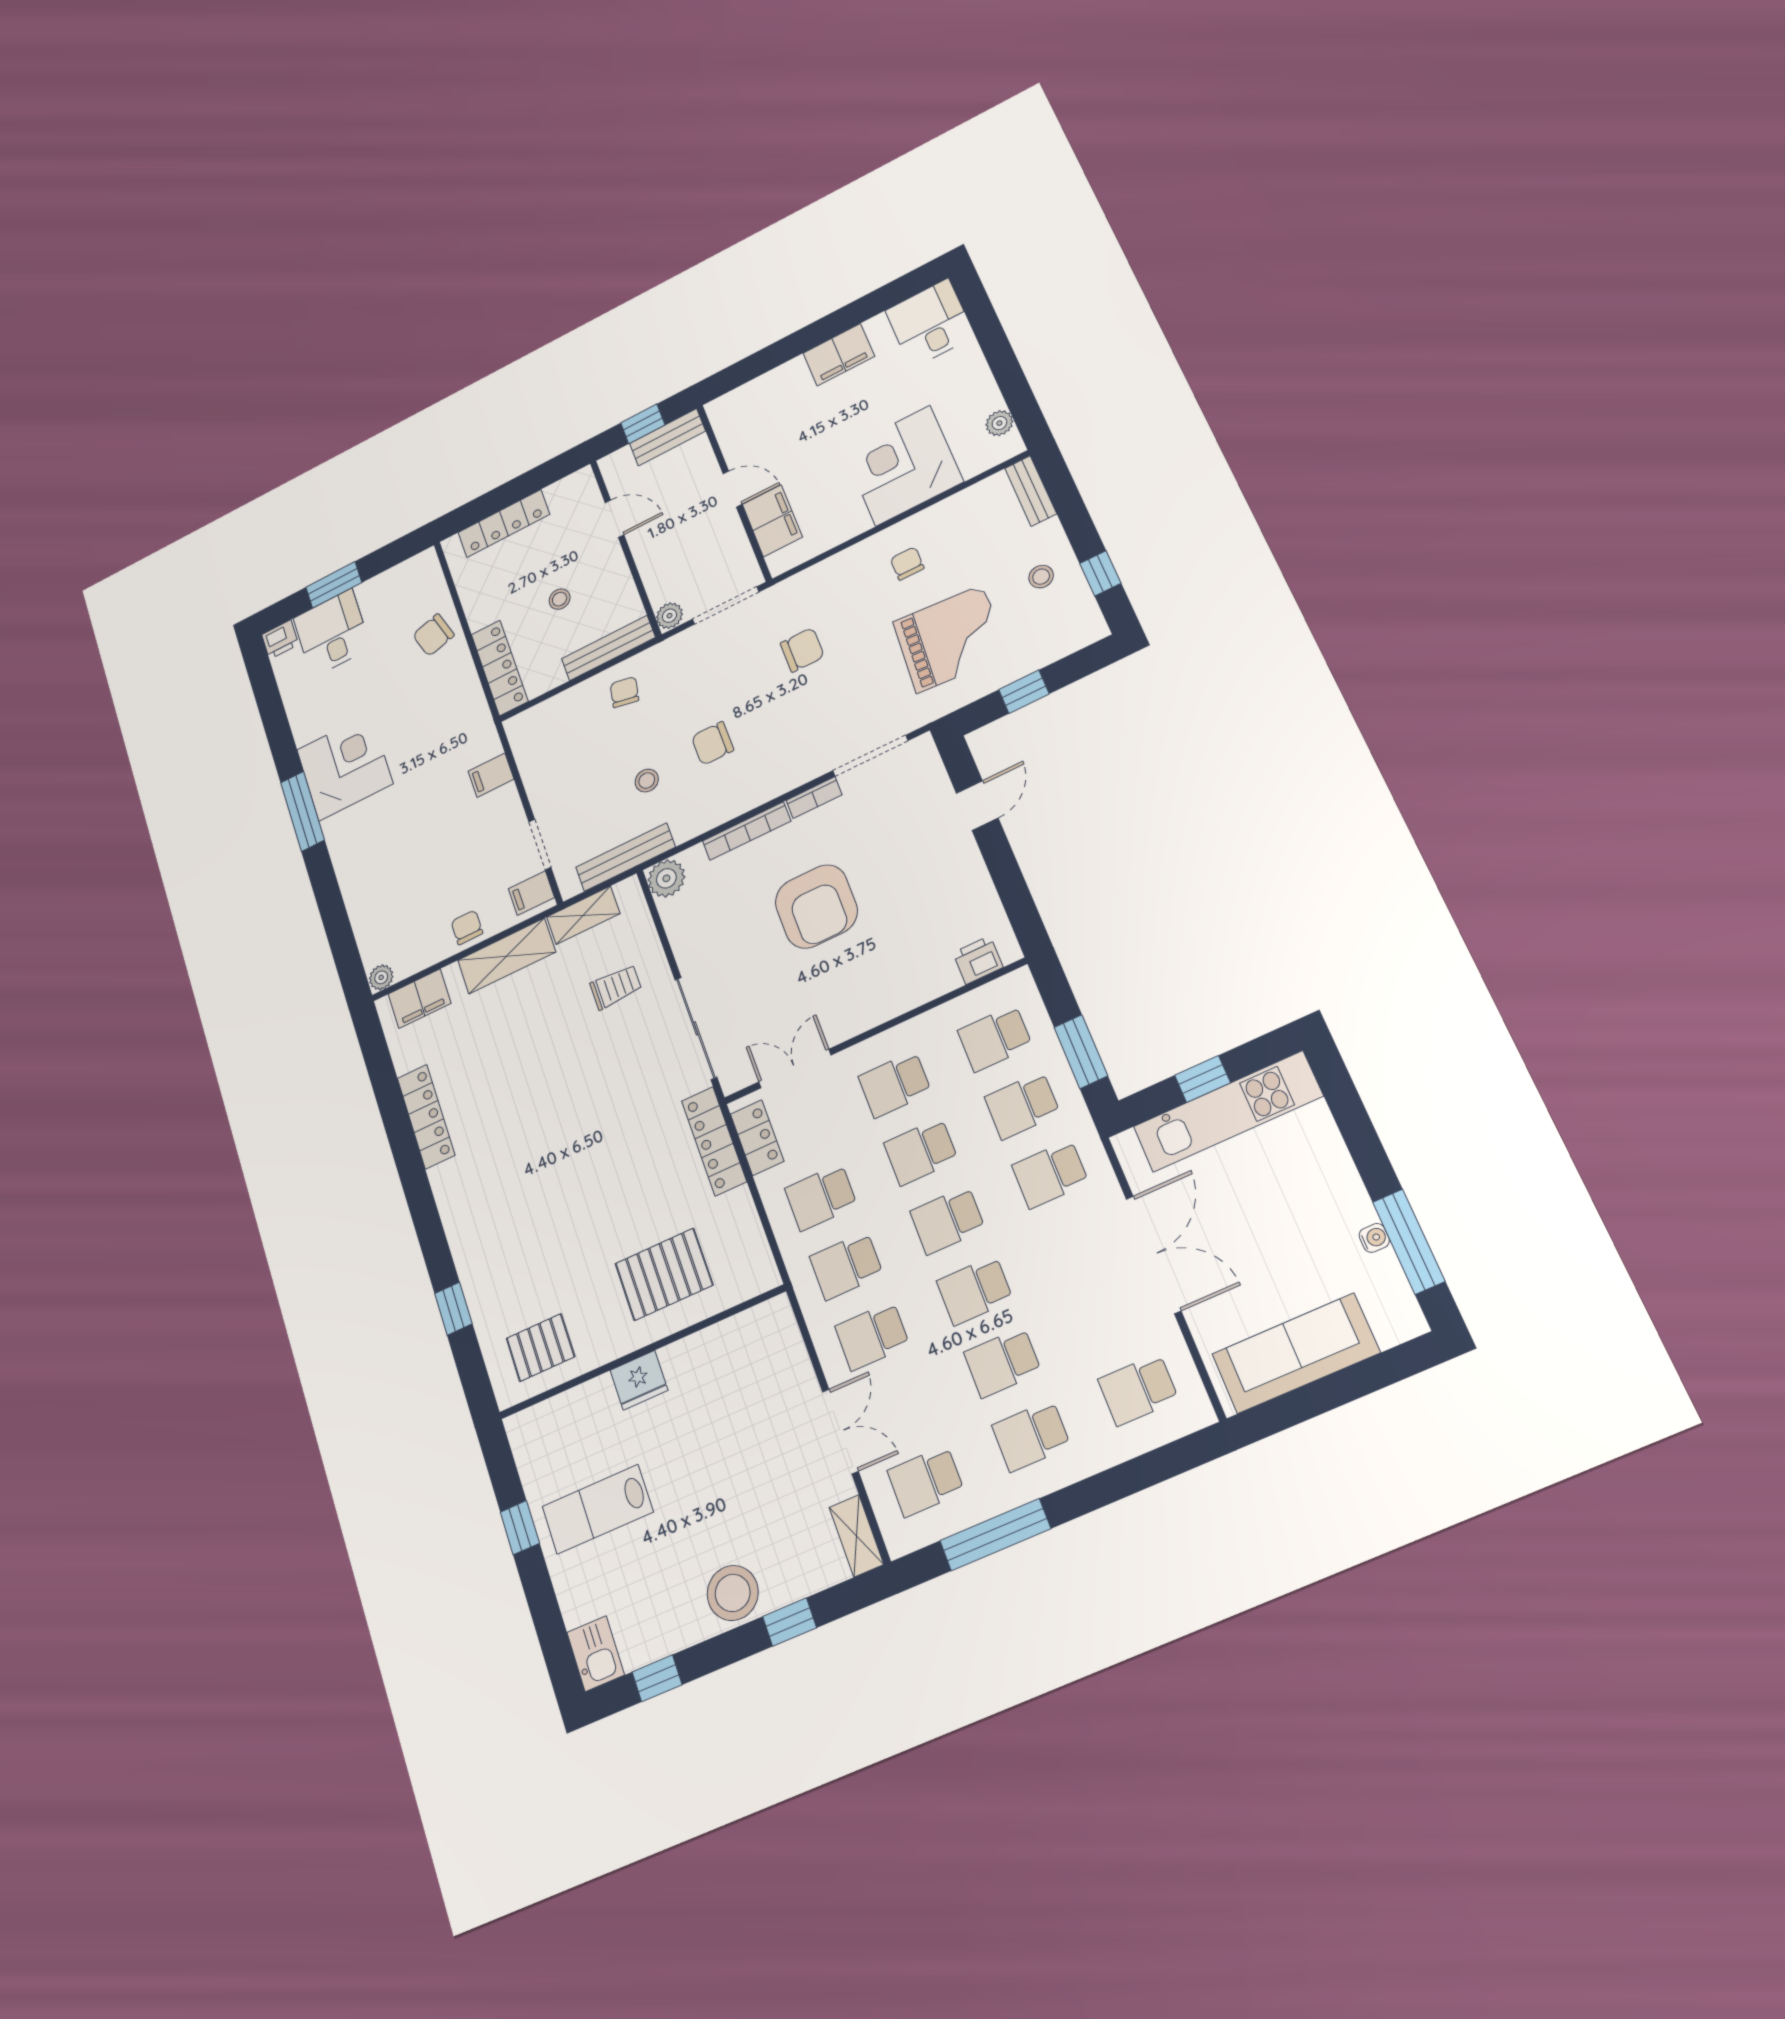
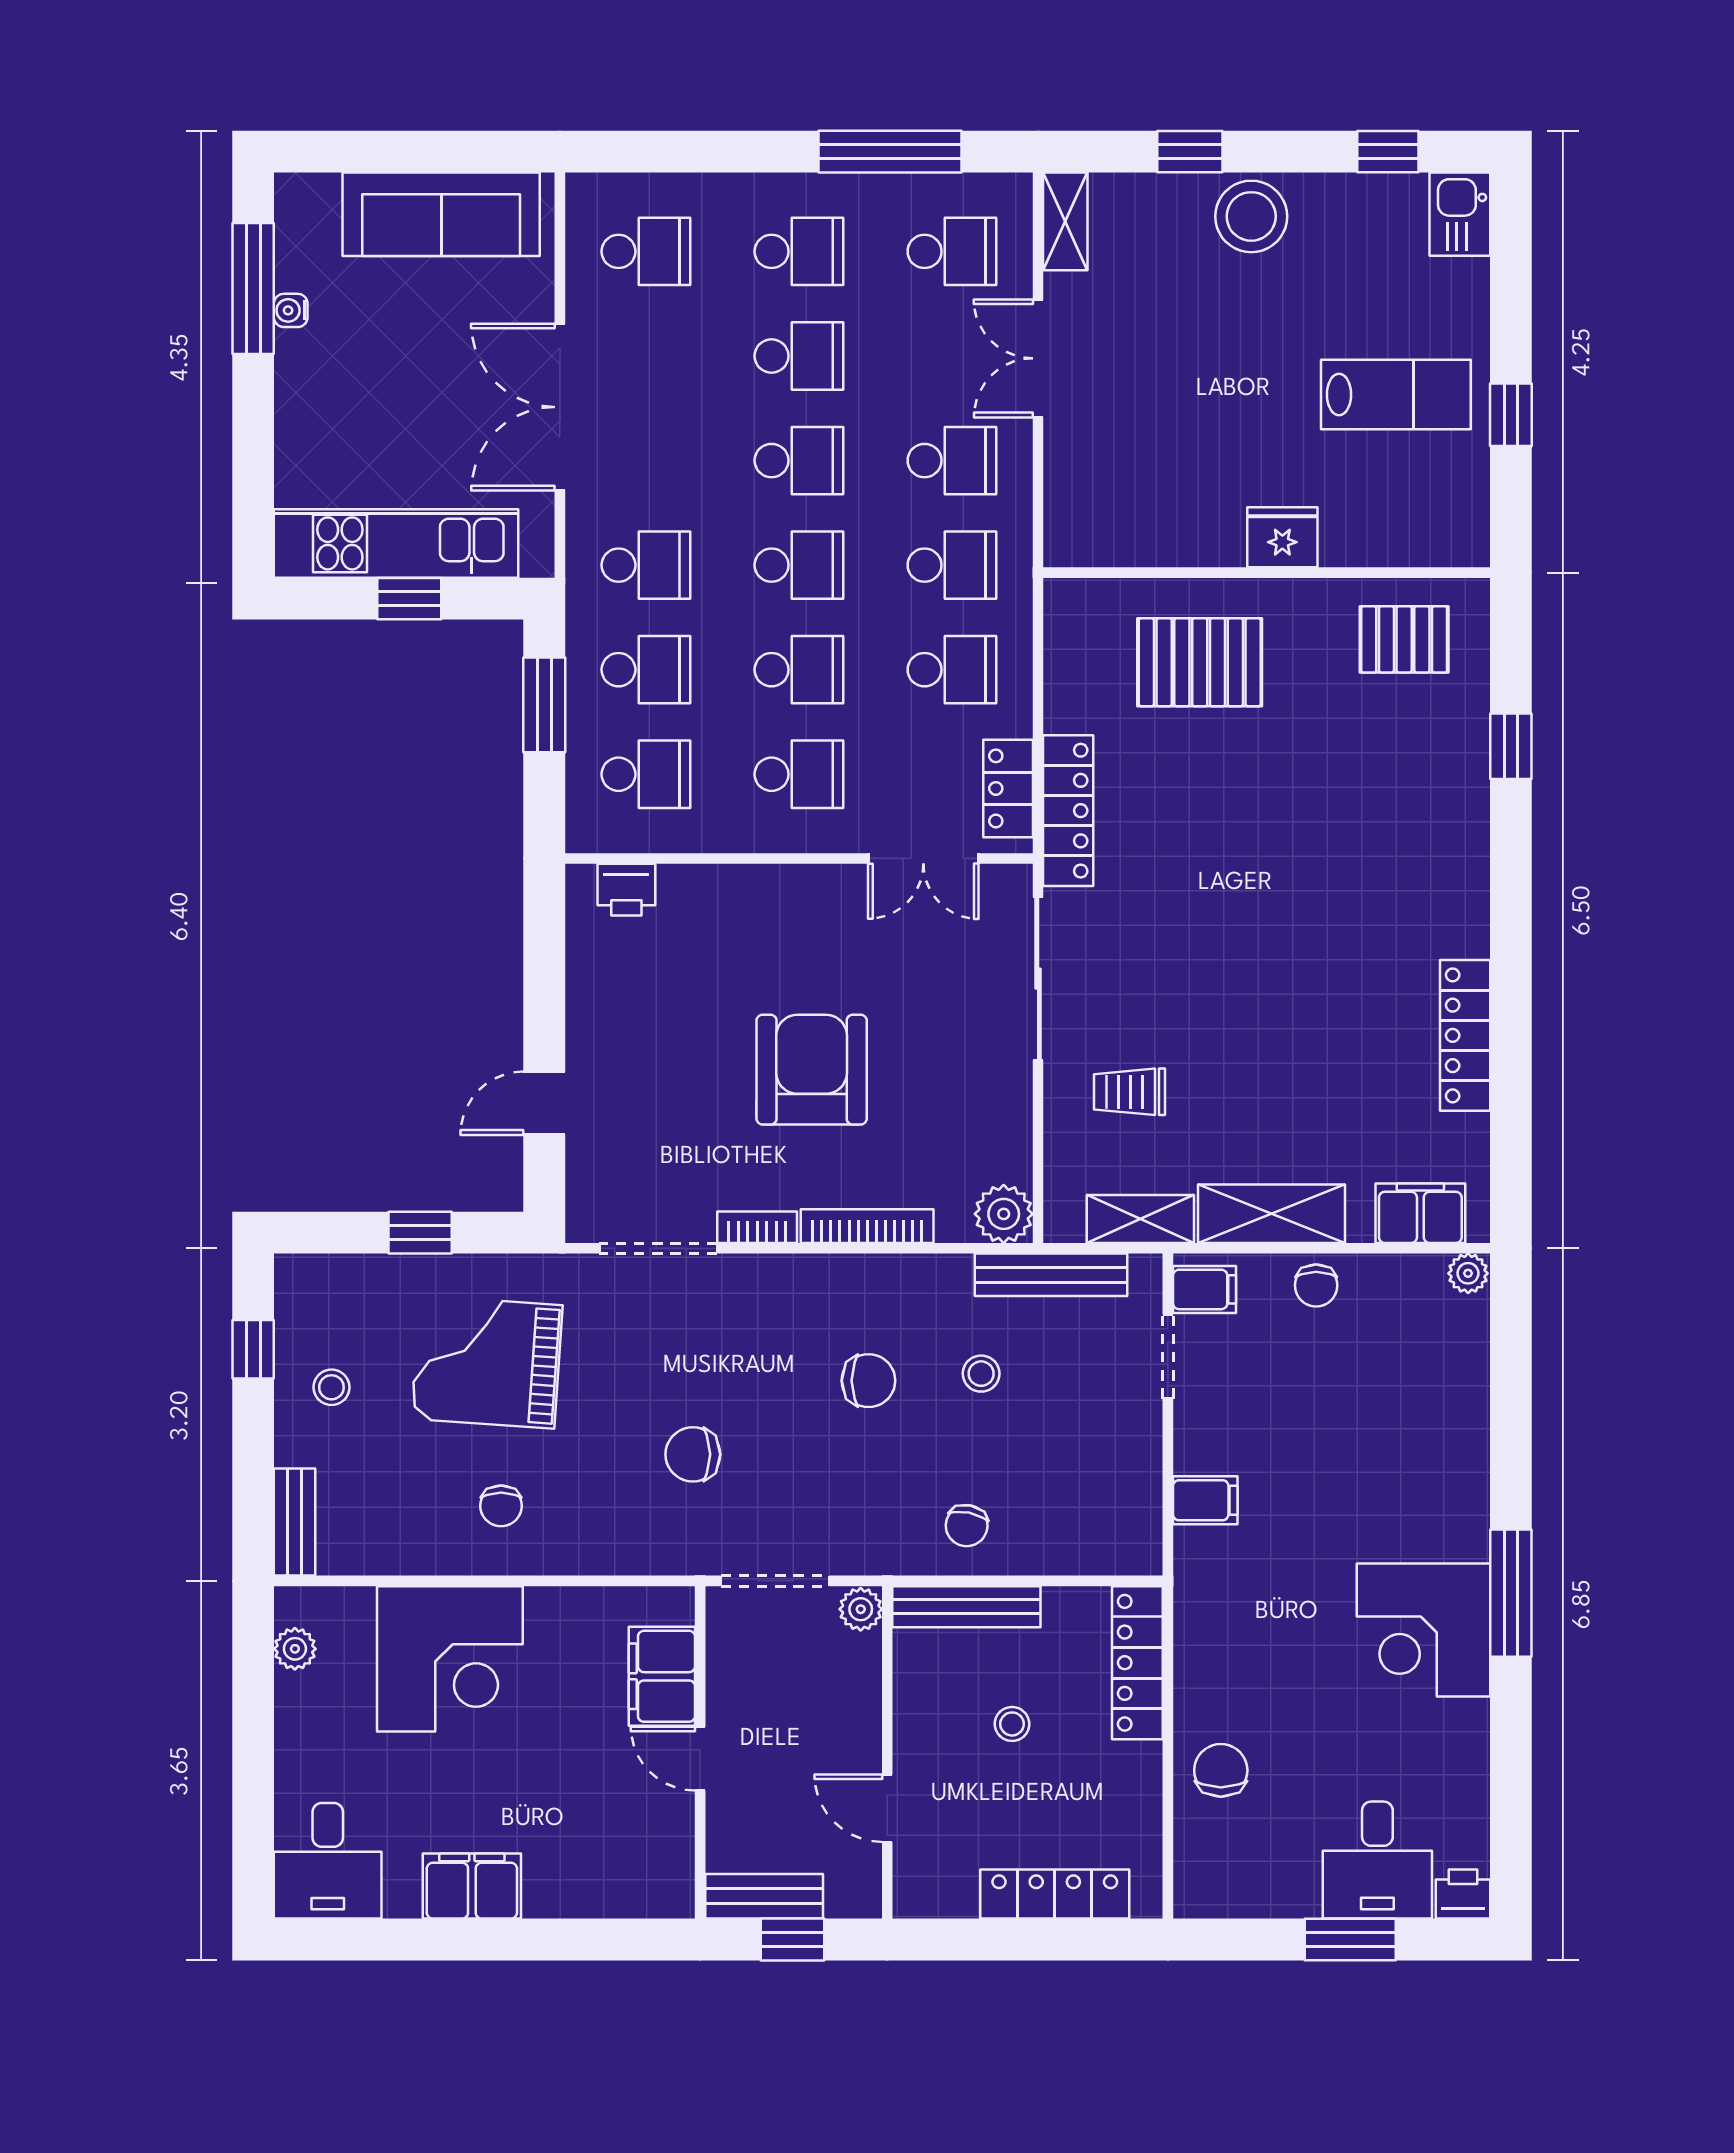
chair: (433, 635) -> (1221, 1770), turned -74

